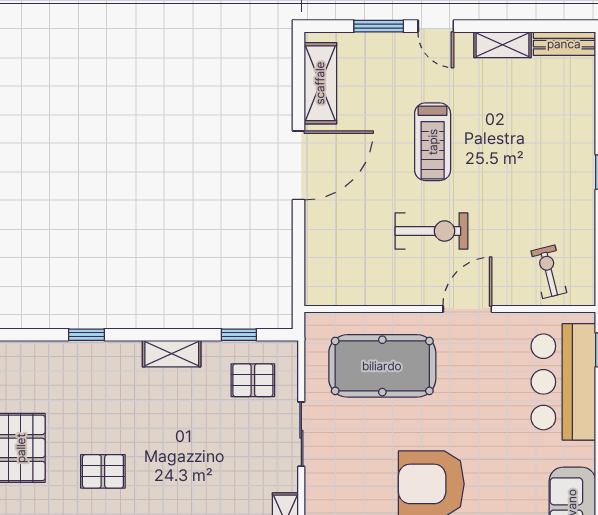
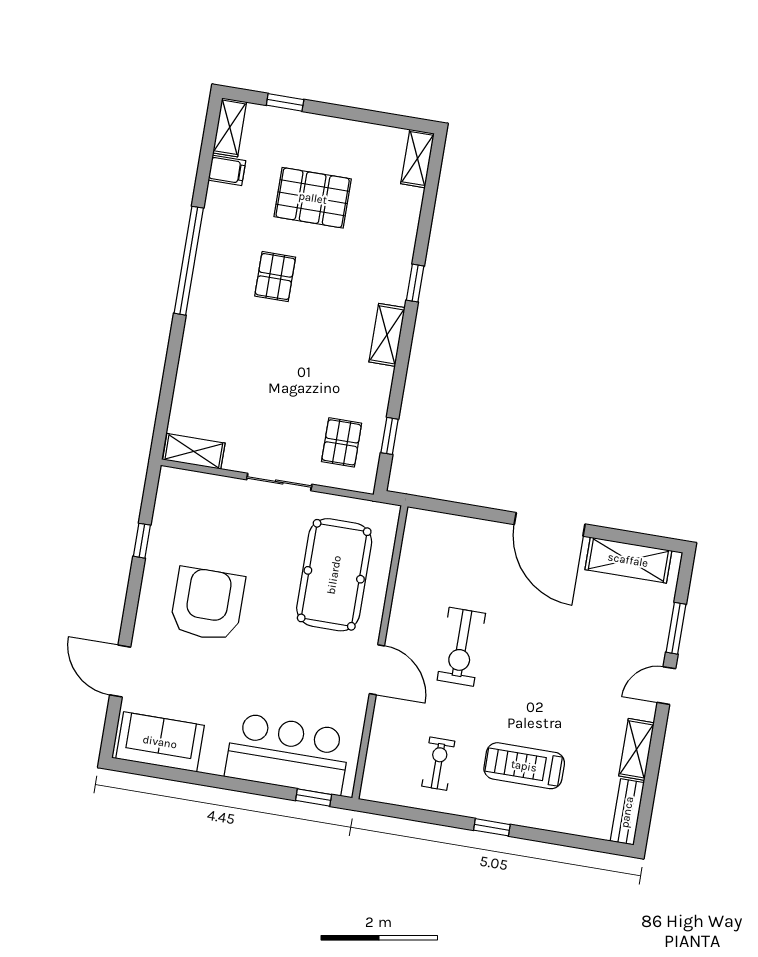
treadmill: (433, 142) -> (524, 766), moved
exercise bike: (549, 272) -> (438, 764), moved, turned -76
shelving: (172, 354) -> (387, 335), moved

